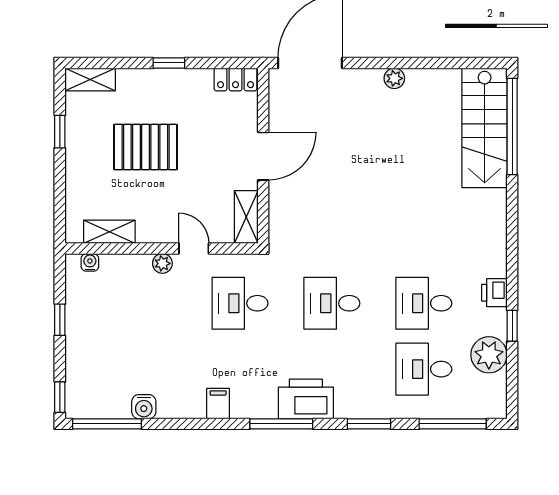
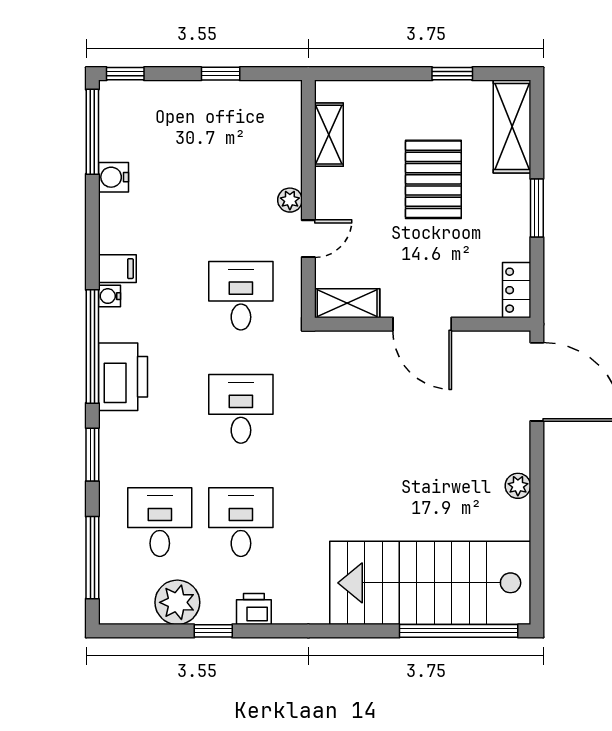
window: (169, 63) -> (537, 208), width x1.50
shelving: (90, 79) -> (512, 127), width x1.50, depth x1.33
stairs: (485, 128) -> (430, 583), width x1.36, depth x1.51
water cooler: (90, 262) -> (109, 296), moved, turned 180
window: (281, 424) -> (92, 346), width x1.46

